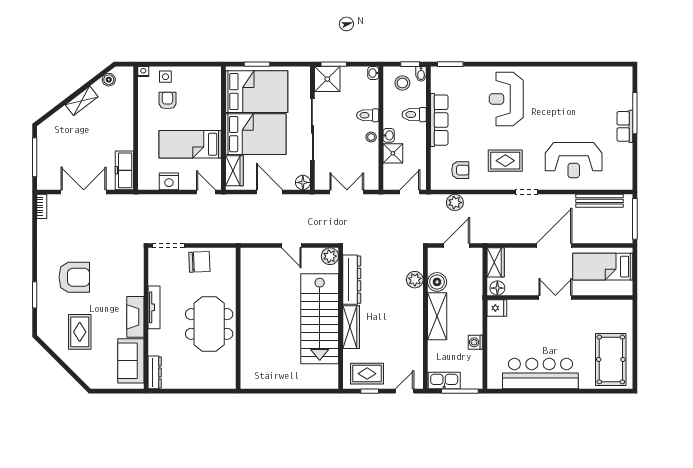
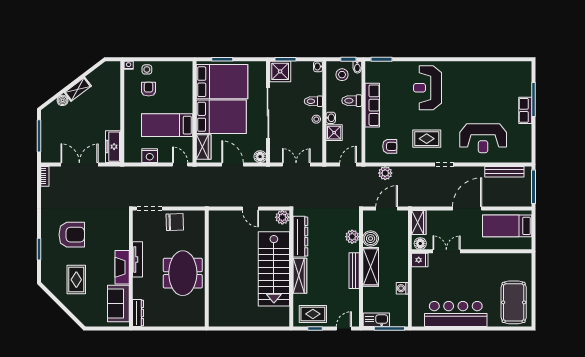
boiler: (109, 80) -> (63, 100), moved
double door: (555, 298) -> (446, 251), moved
bench: (417, 321) -> (354, 271), added

